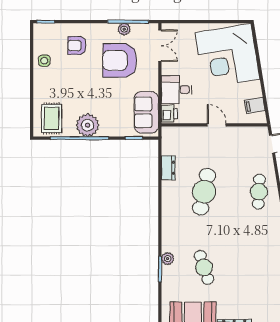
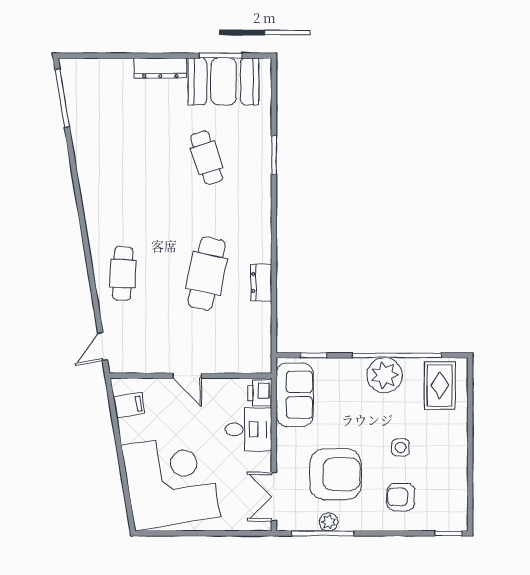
armchair: (77, 46) -> (401, 497), turned 180
side table: (44, 61) -> (401, 448), moved
dresser: (168, 168) -> (261, 283), moved
plant: (168, 259) -> (262, 171), removed

